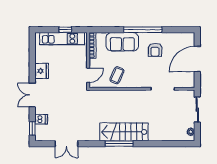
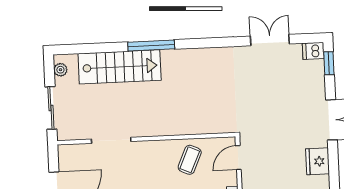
dishwasher: (41, 119) -> (313, 51), moved
stairs: (124, 132) -> (120, 67), moved
window: (119, 144) -> (151, 45), moved

